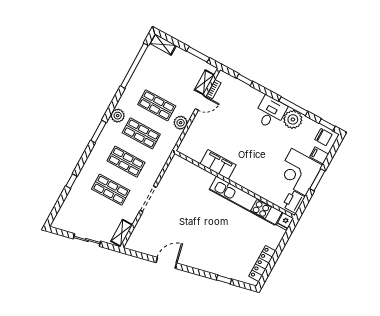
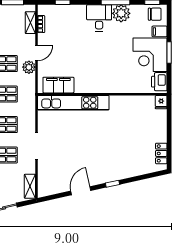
door: (201, 103) -> (36, 53), moved
filing cabinet: (218, 164) -> (58, 85), moved
kitchen unit: (246, 201) -> (73, 103), moved
locker: (262, 264) -> (161, 153), width x0.66
window: (224, 279) -> (113, 184), moved

